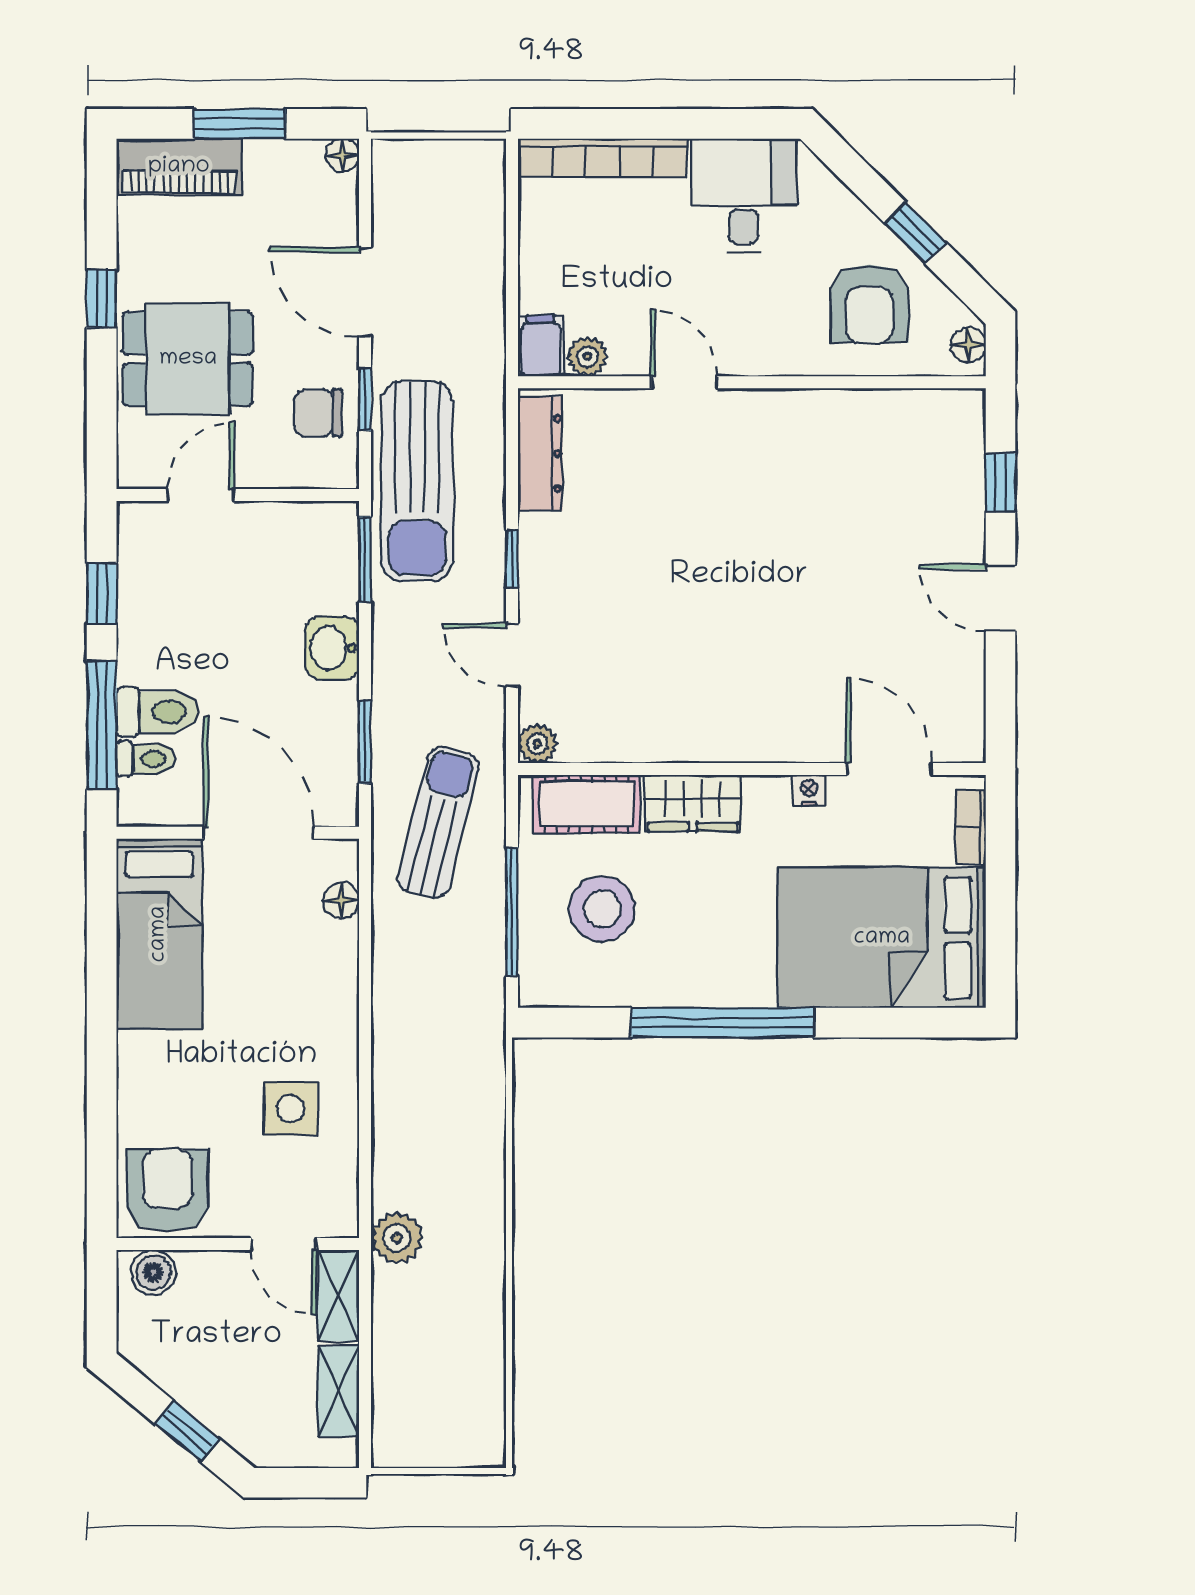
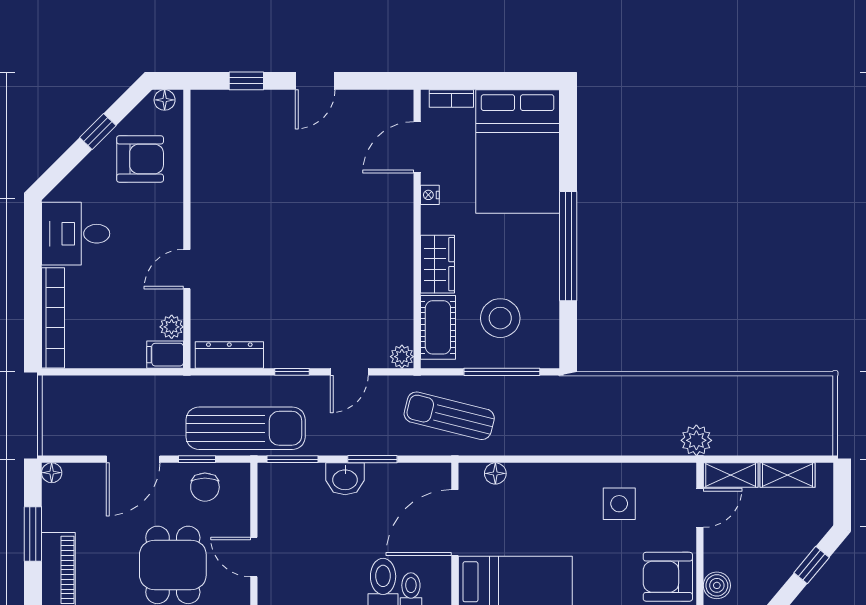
window: (365, 742) -> (372, 459), moved

